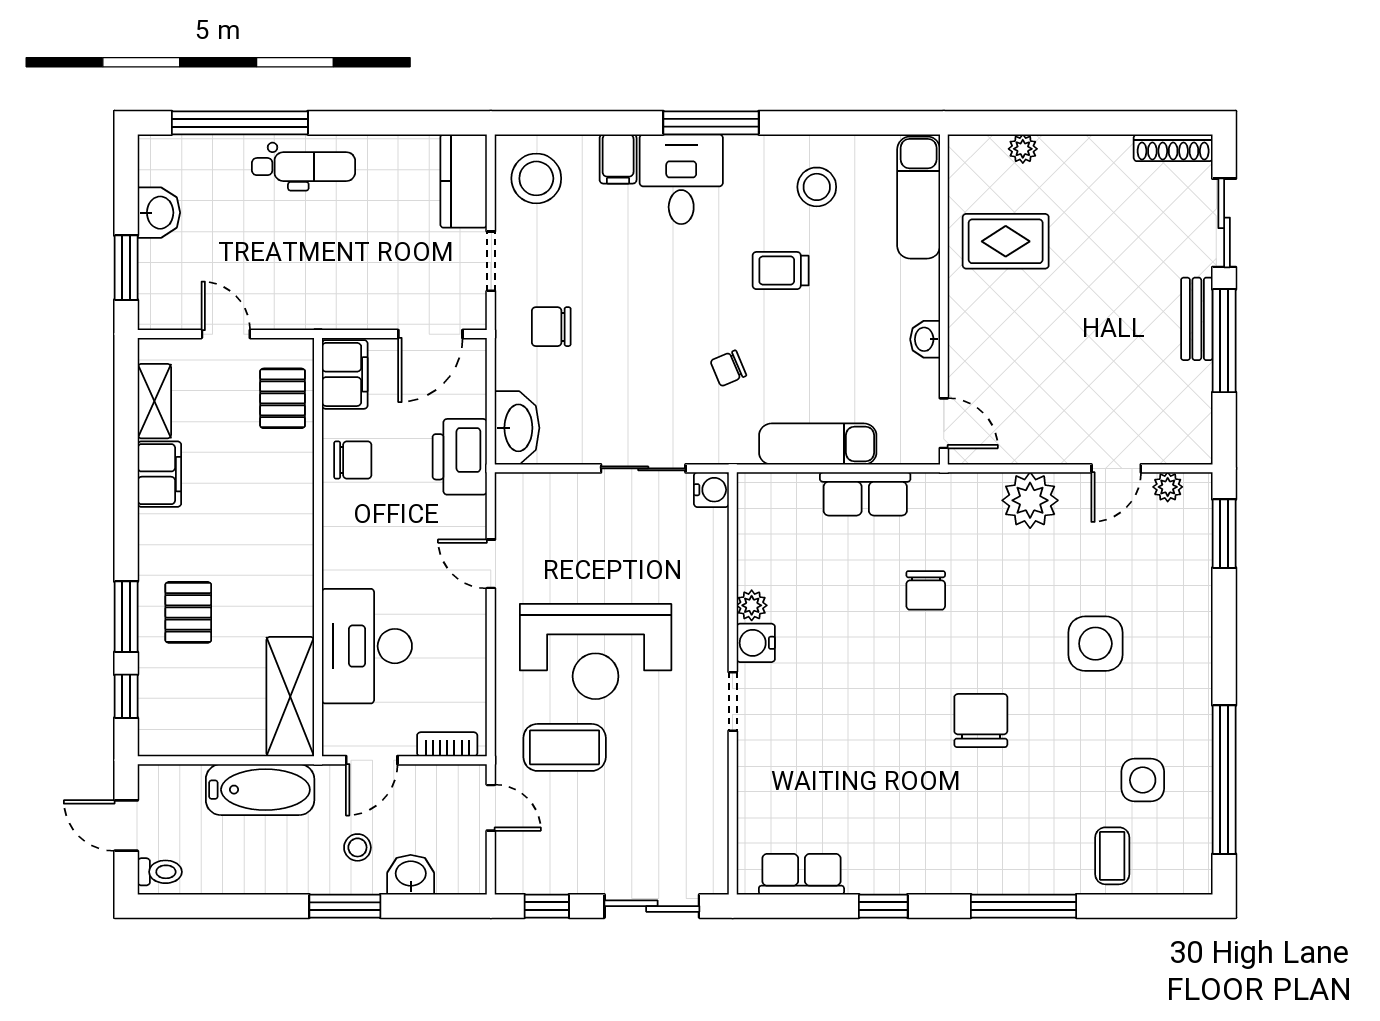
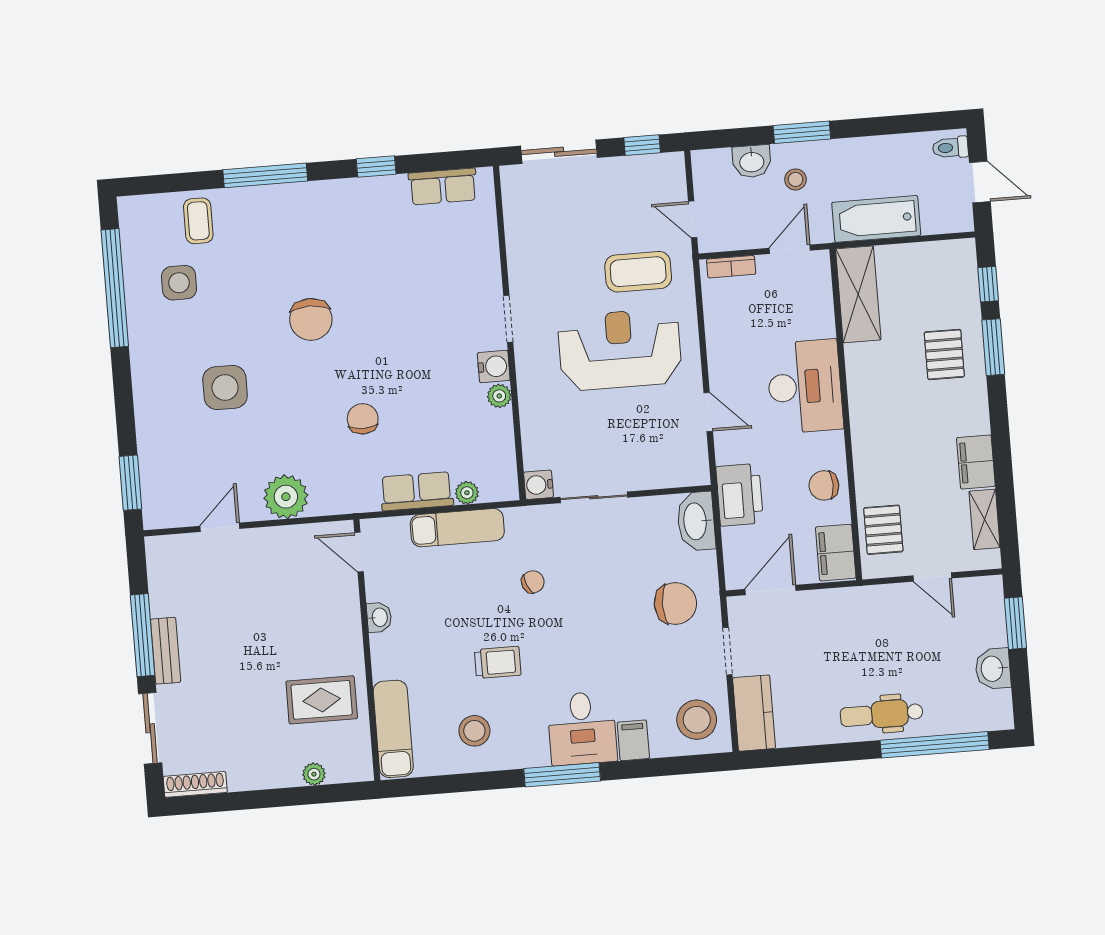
chair: (551, 327) -> (675, 604), width x1.37, depth x1.37
plant: (1168, 487) -> (467, 493), moved
desk: (367, 646) -> (805, 386), moved

